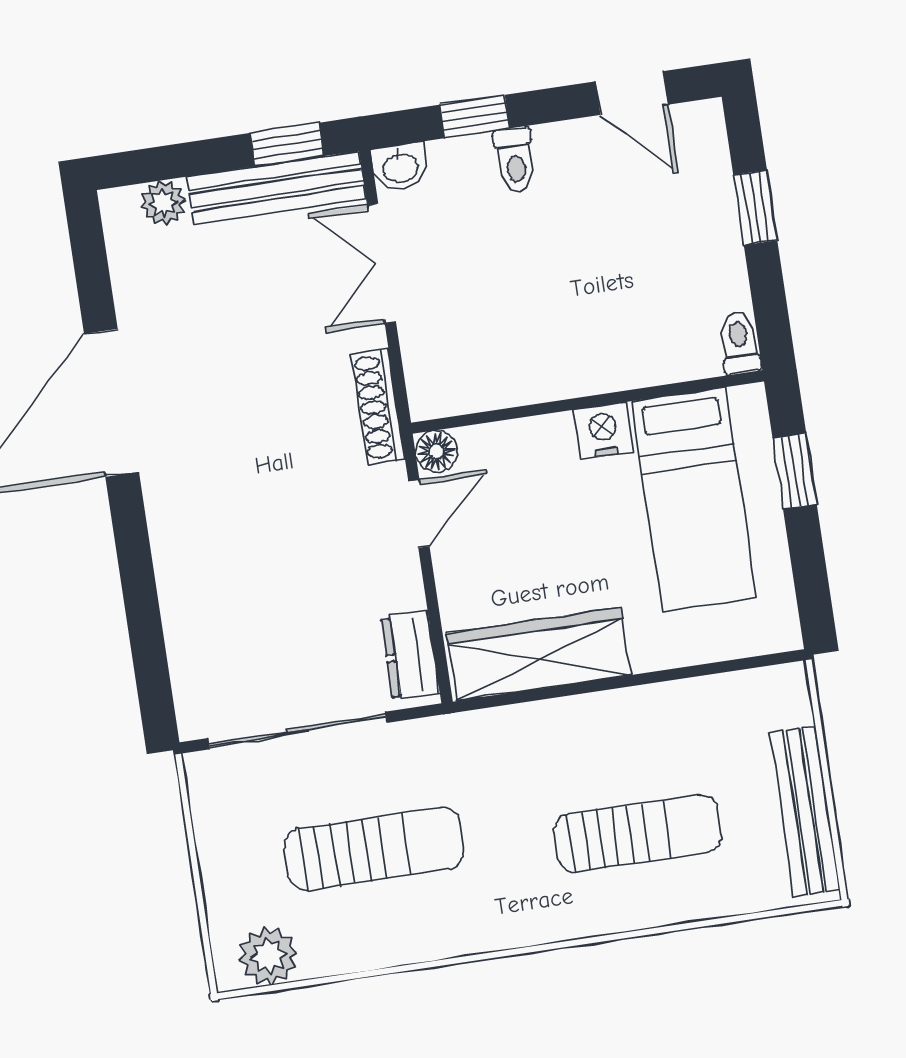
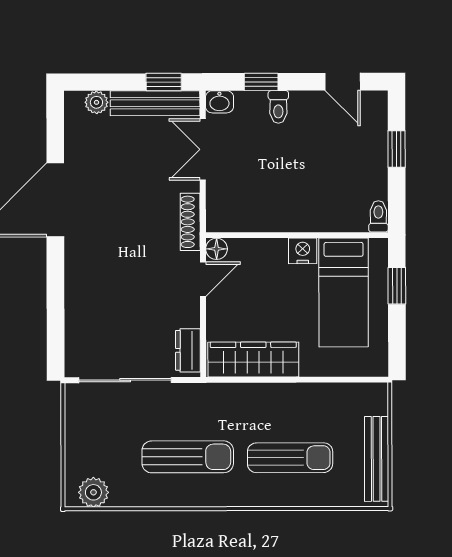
sun lounger: (374, 849) -> (188, 457), moved

